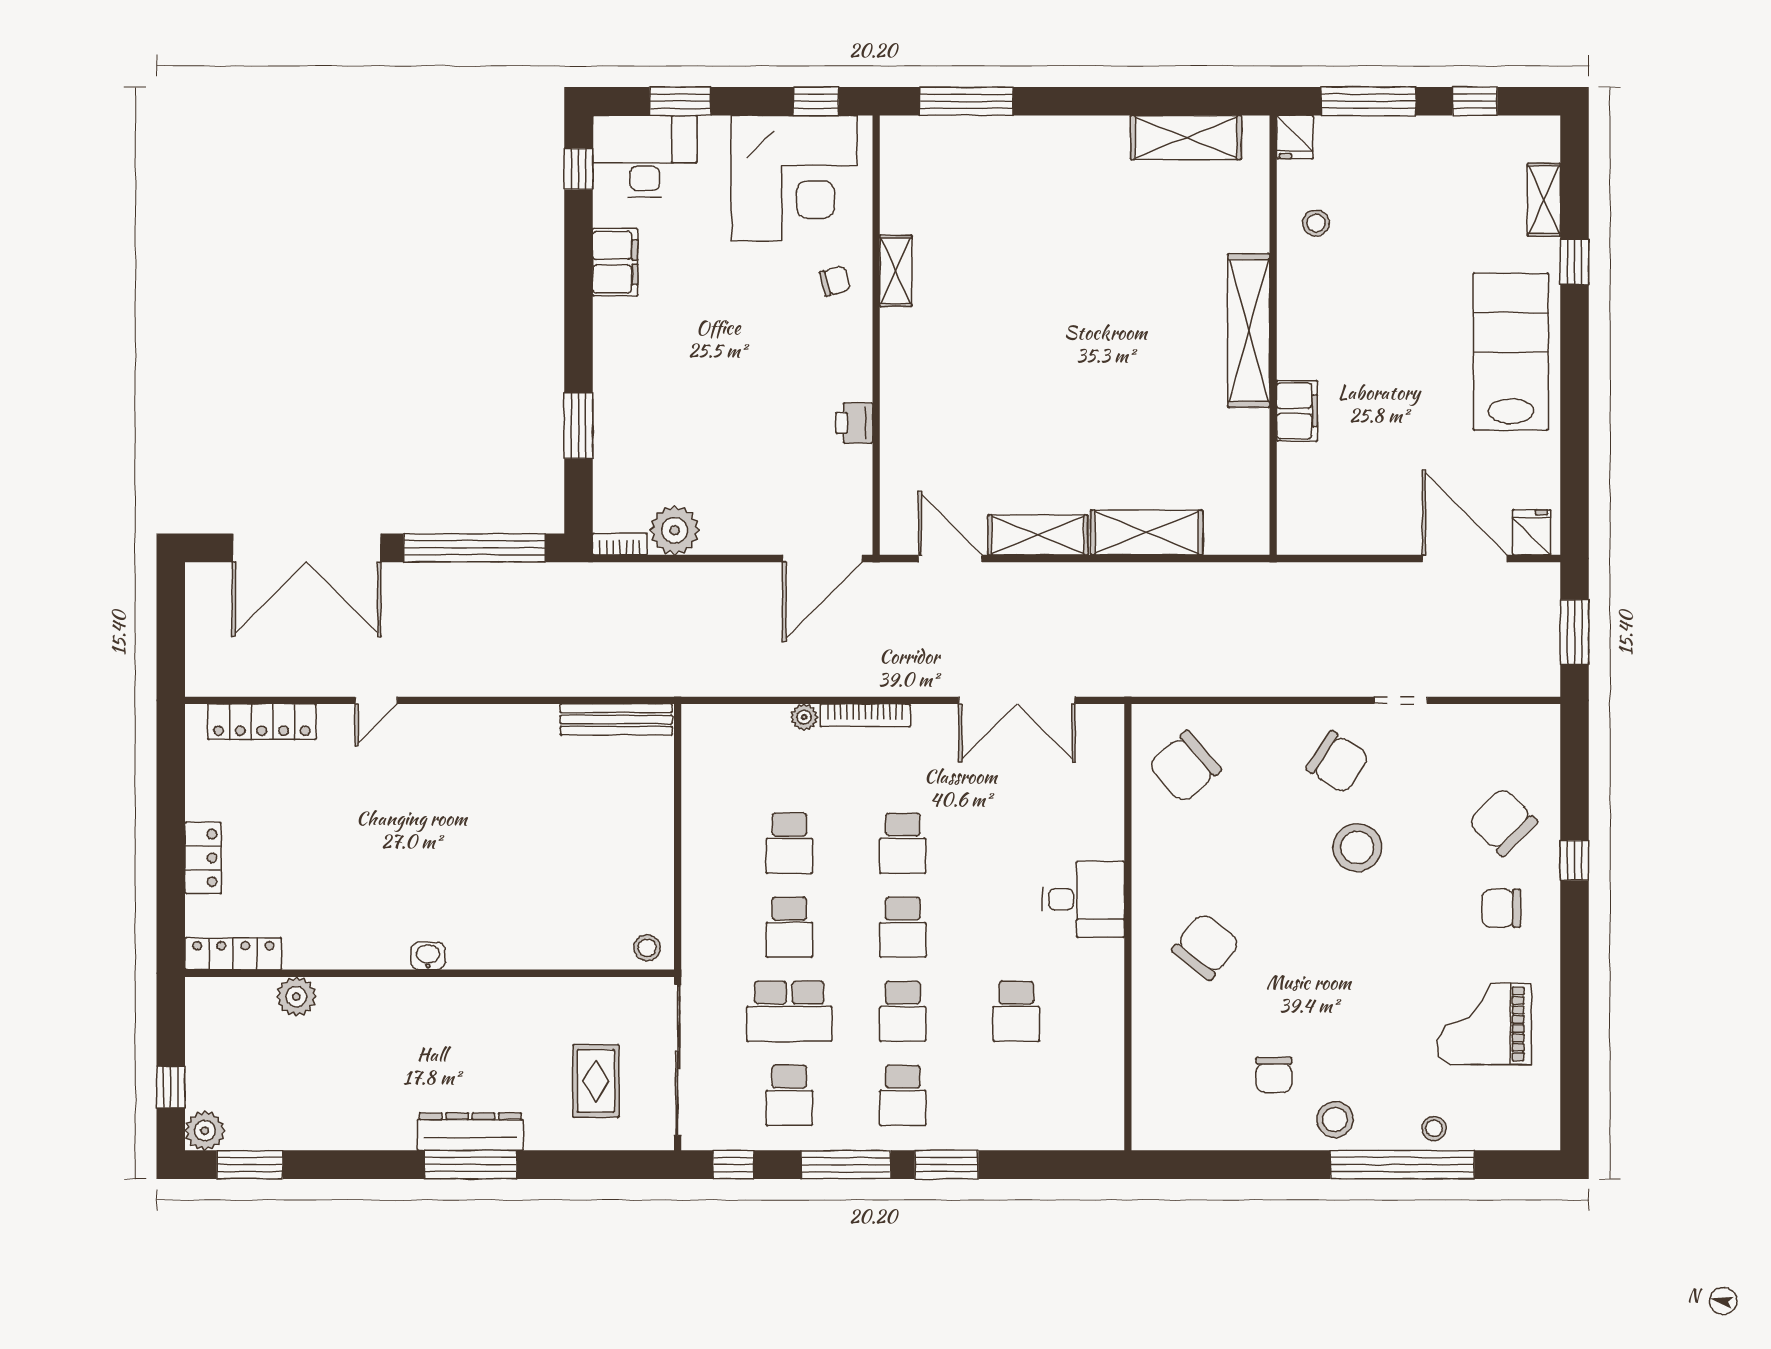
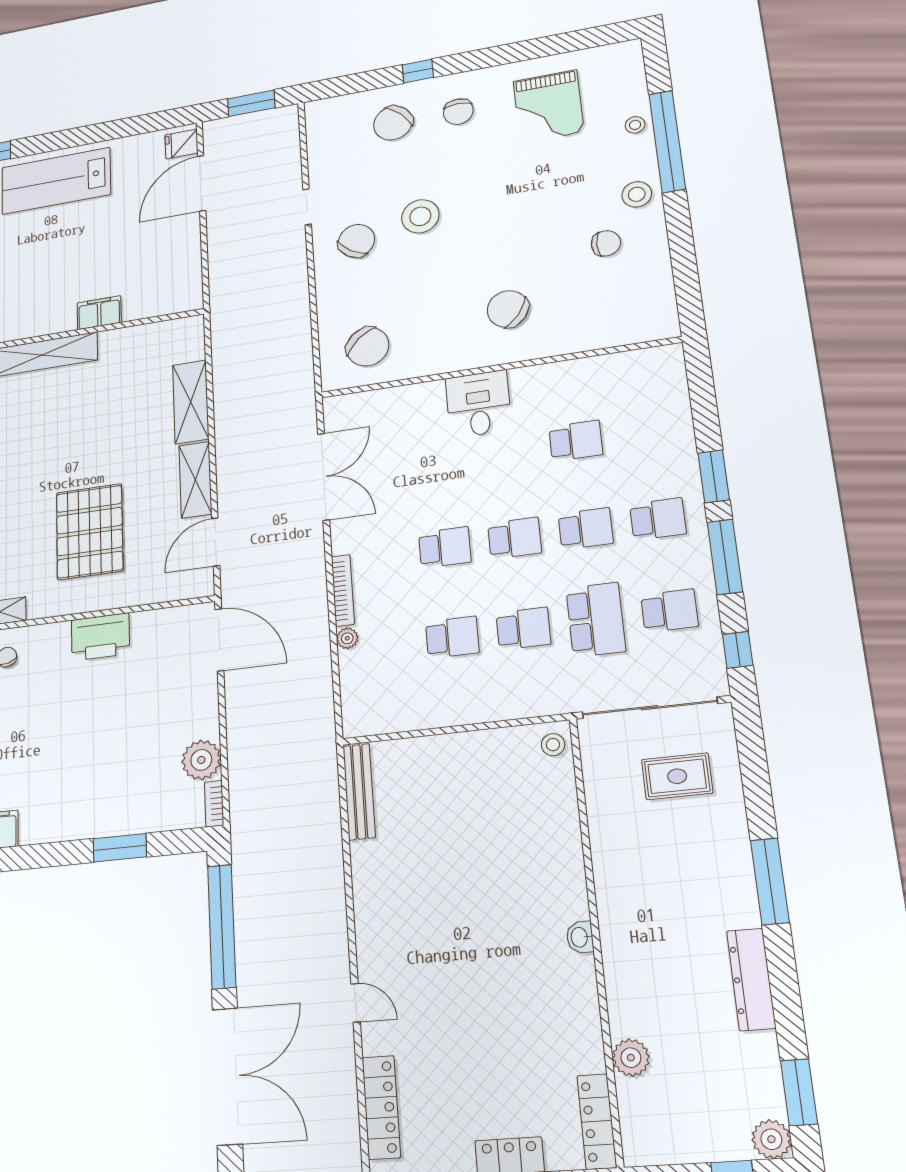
pallet: (988, 393) -> (89, 532), added
printer: (854, 423) -> (100, 637), width x1.87, depth x1.48
dresser: (470, 1132) -> (751, 979), moved

